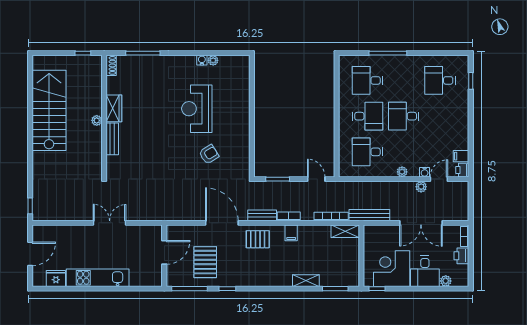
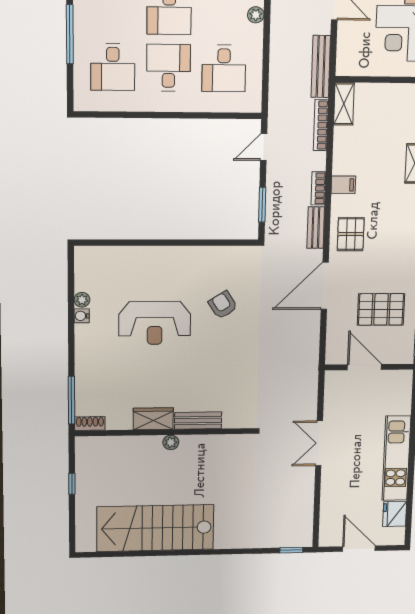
shoe rack: (111, 65) -> (90, 424), moved
wardrobe: (114, 108) -> (153, 419), moved
wall: (104, 116) -> (165, 432), moved
plant: (97, 120) -> (171, 442), moved
bench: (112, 139) -> (198, 420), moved

